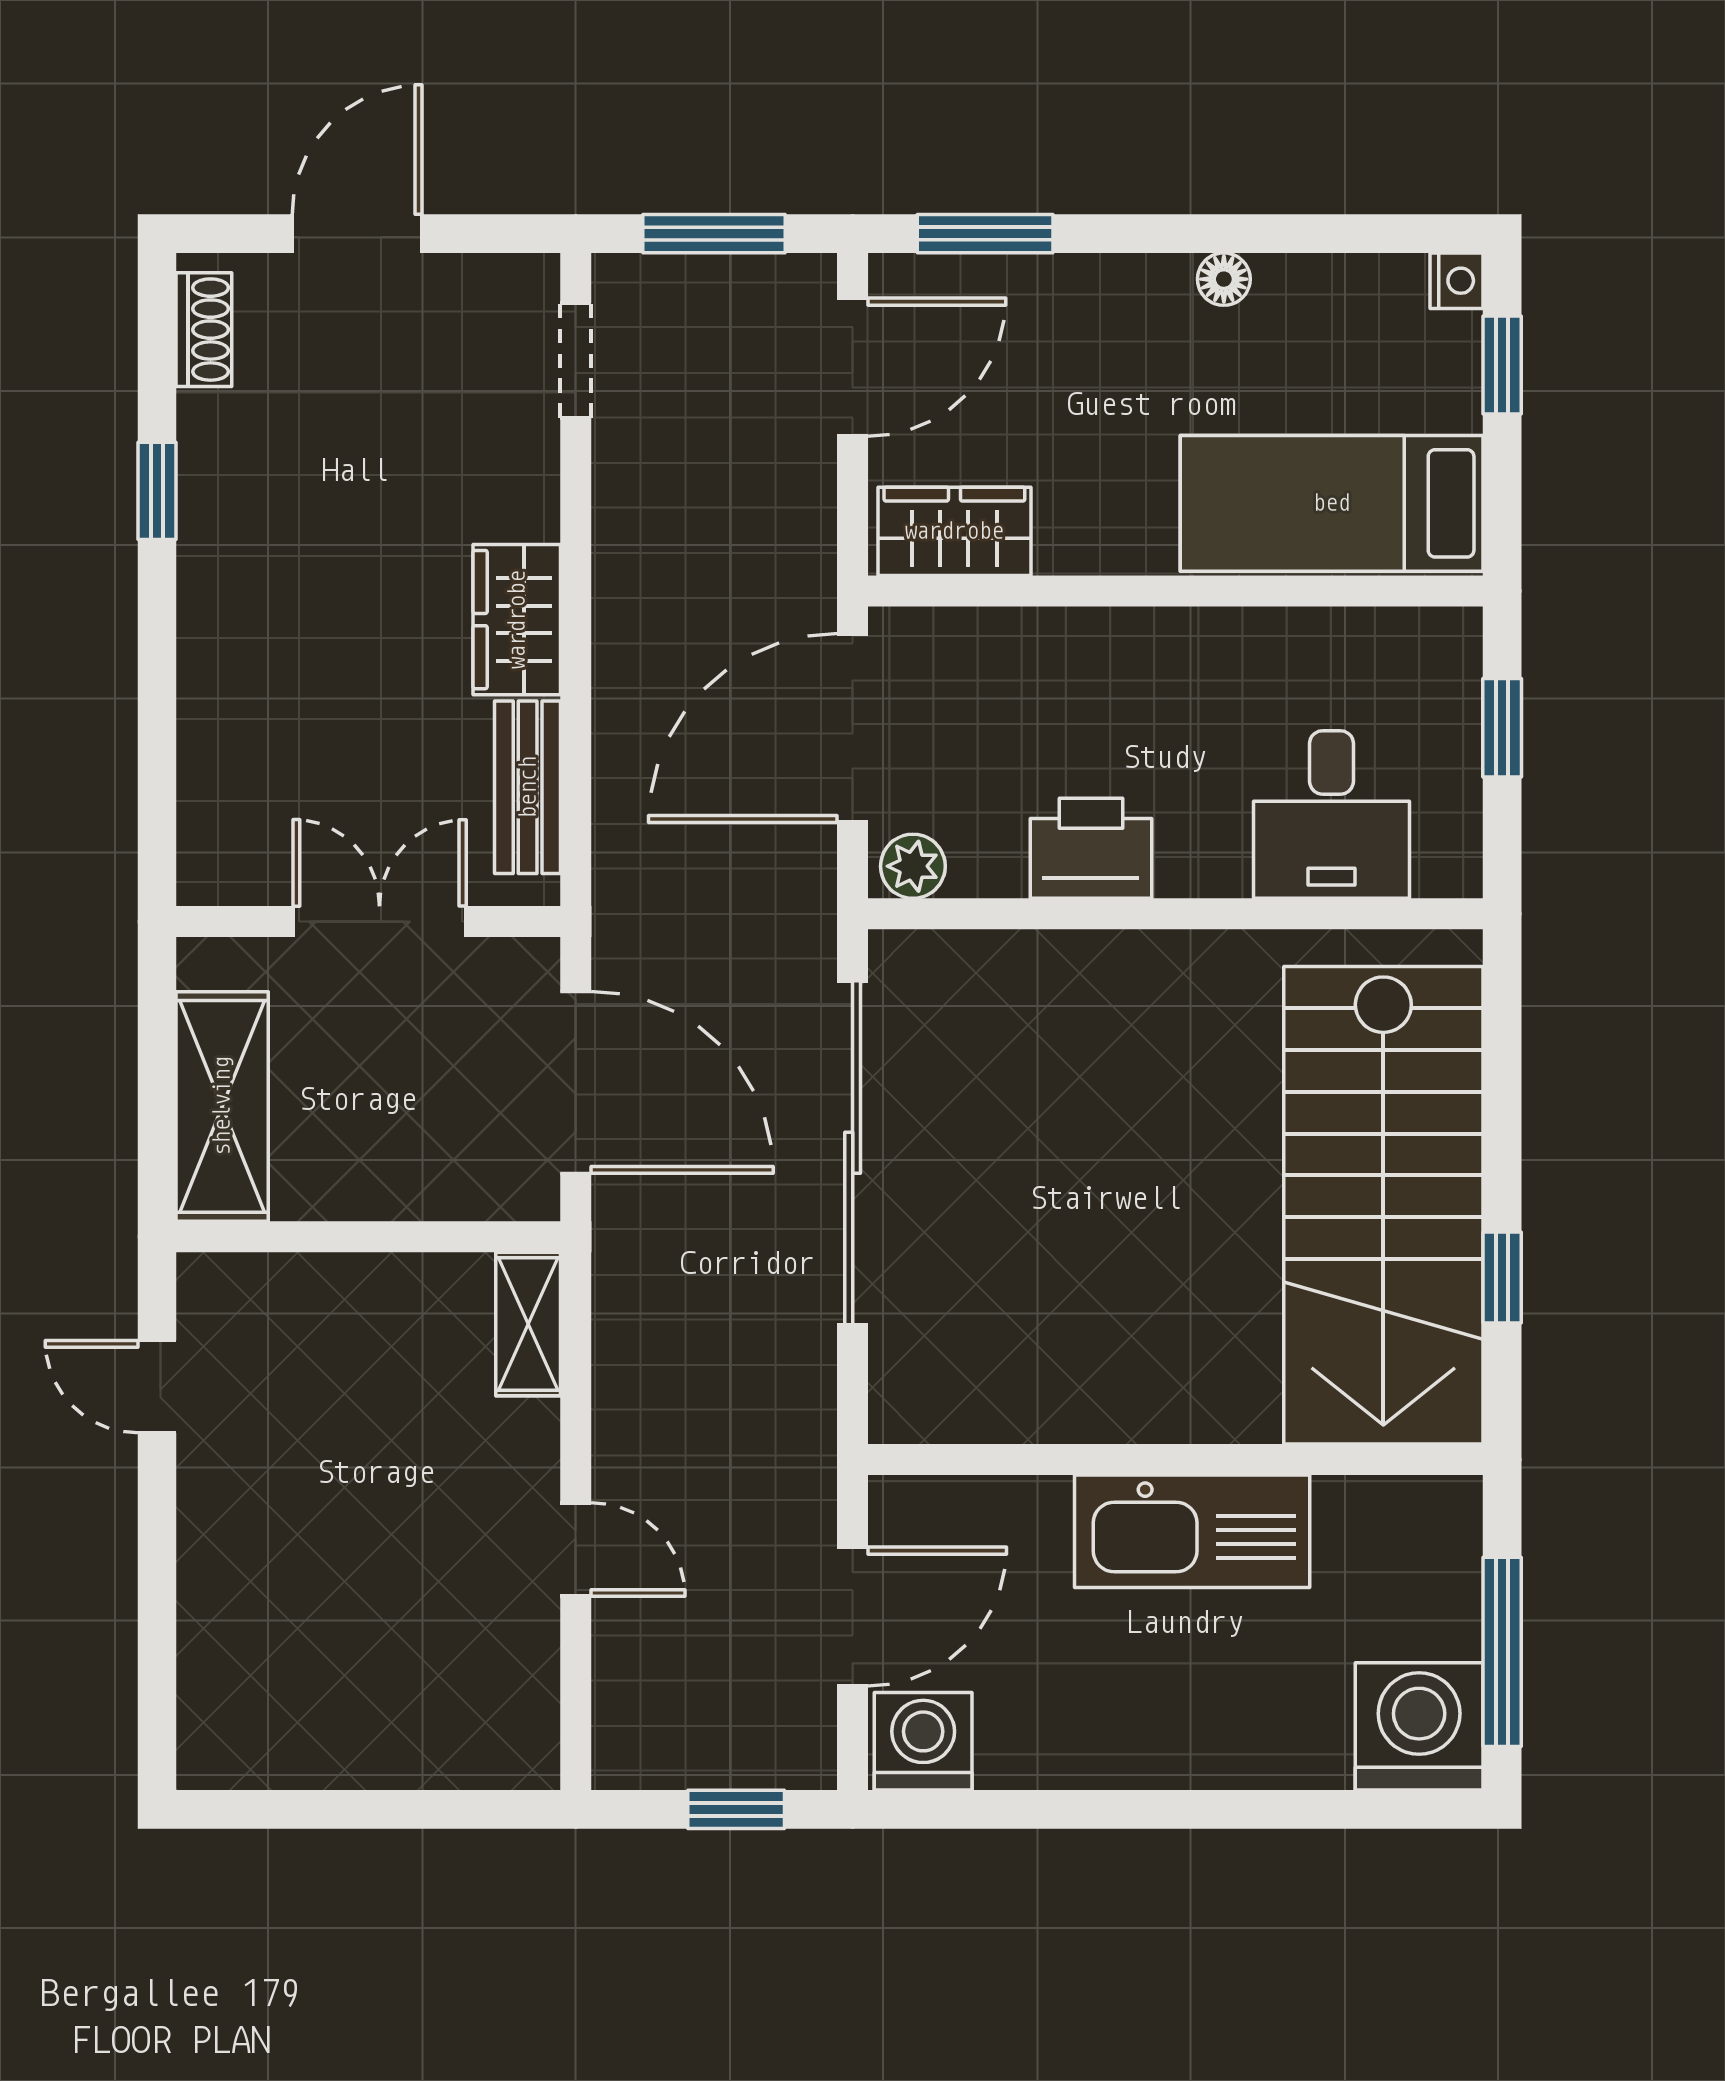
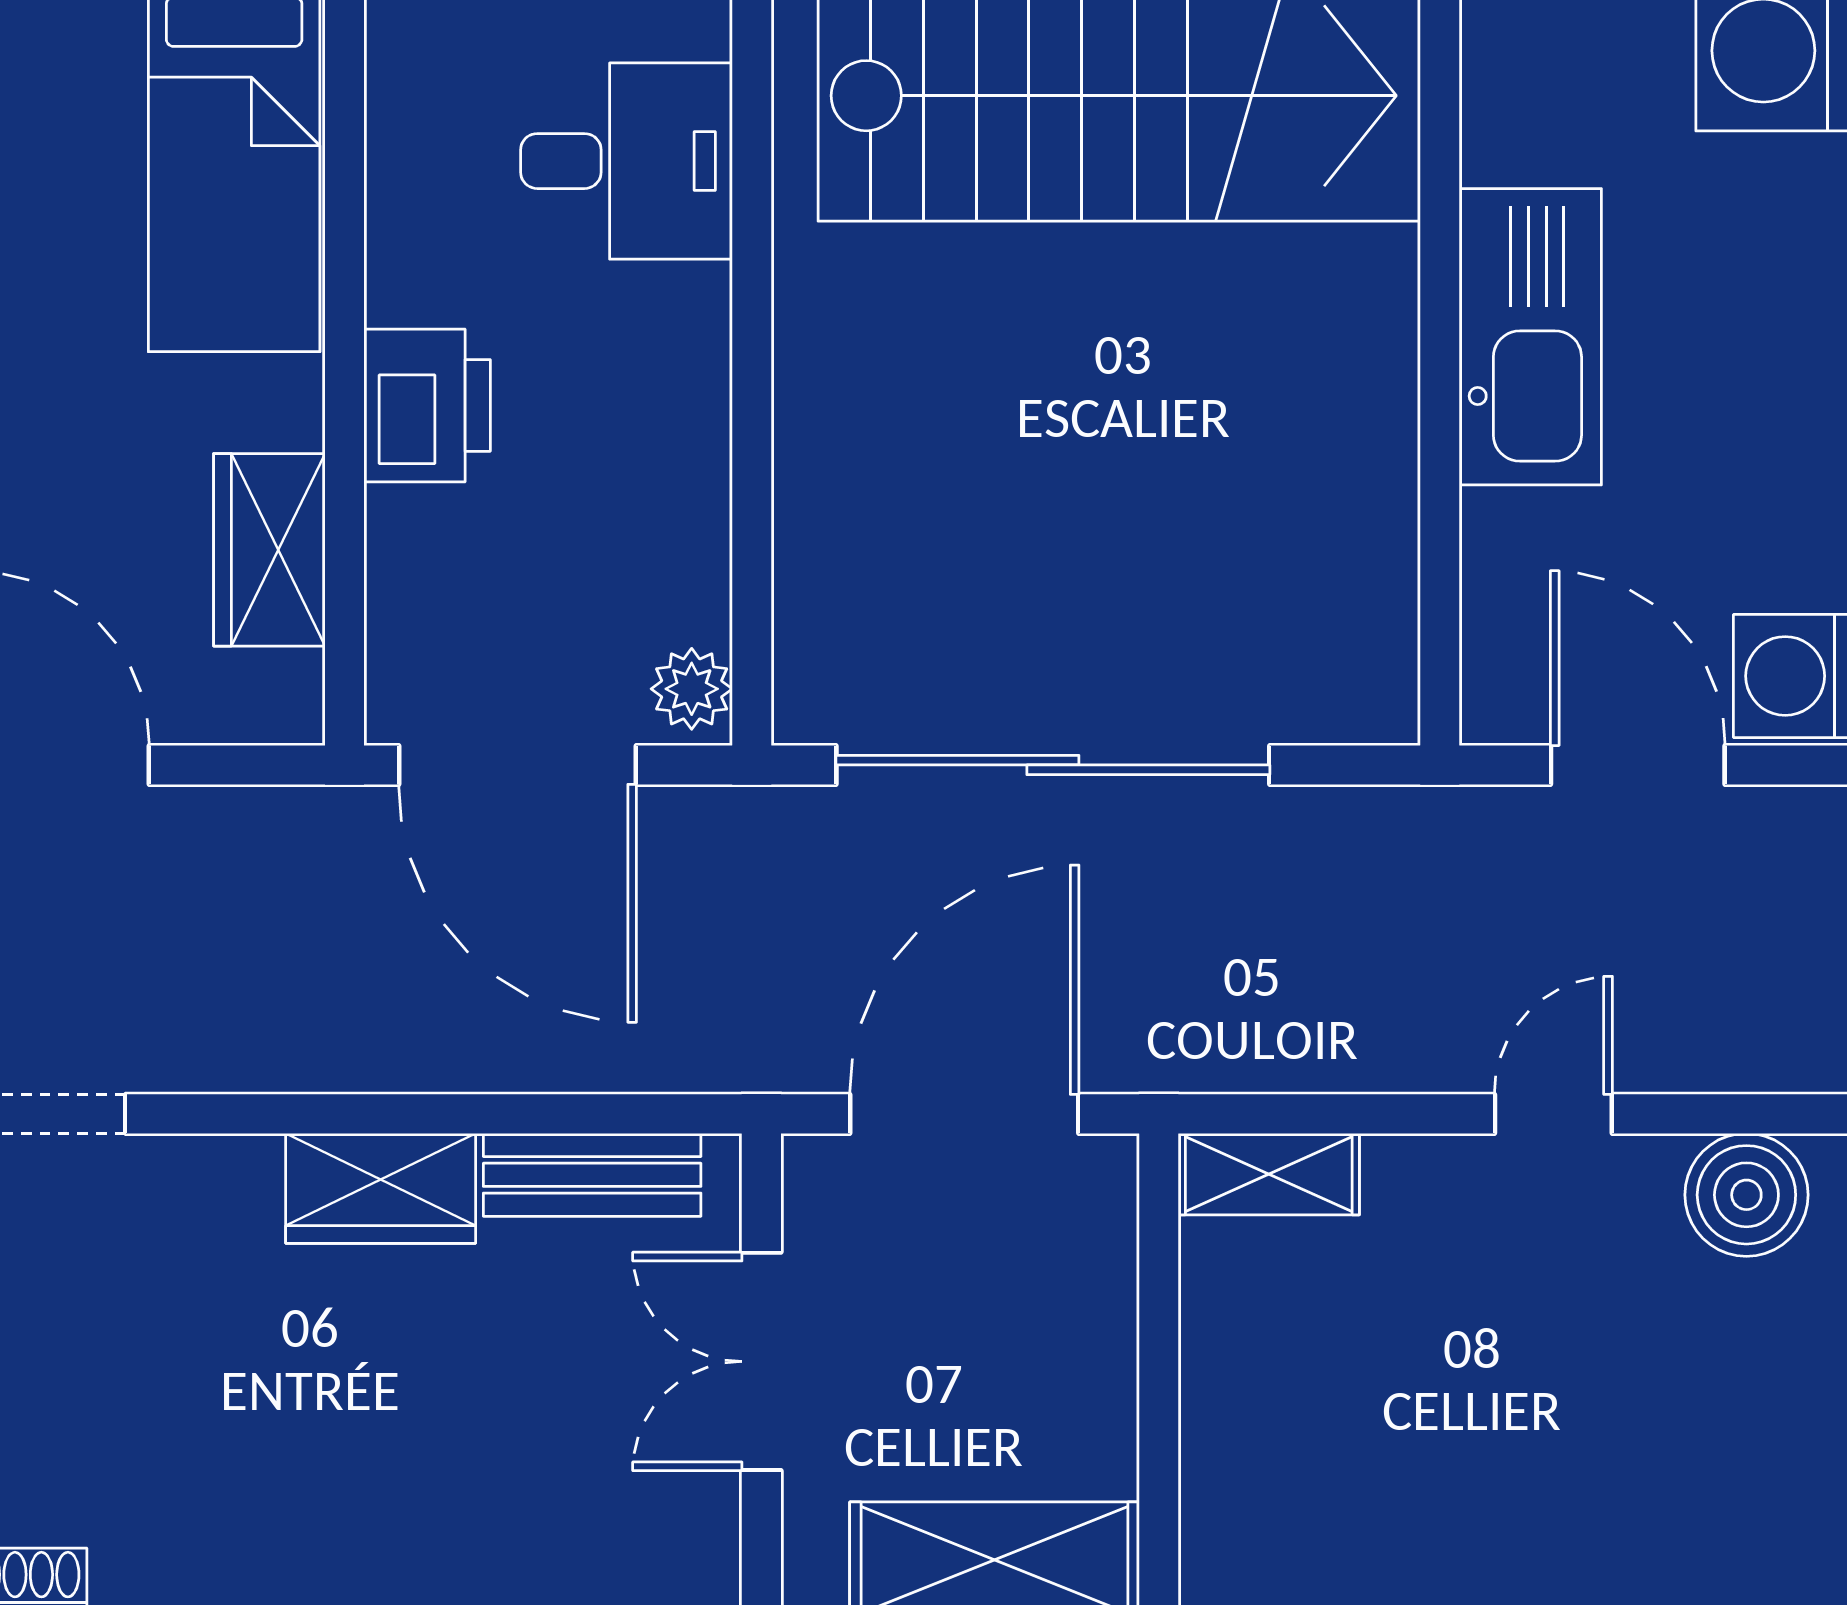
wardrobe: (954, 531) -> (269, 550), moved
printer: (1091, 848) -> (427, 405), moved, turned 180
boiler: (512, 1703) -> (1746, 1195), added

